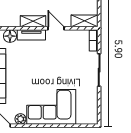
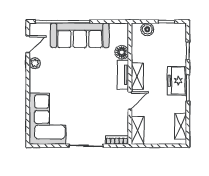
corner sofa: (51, 107) -> (47, 119), moved

